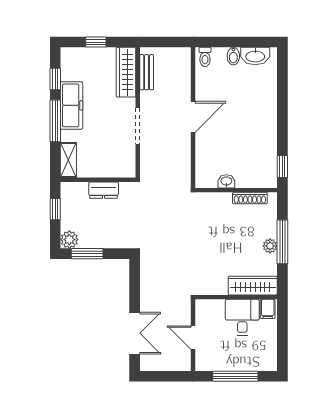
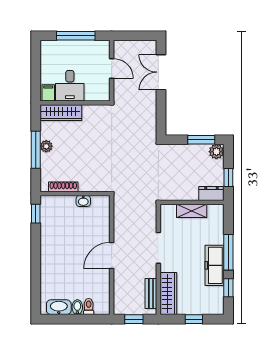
window: (167, 42) -> (134, 319), added
toilet: (205, 57) -> (89, 306), moved
shelving: (68, 160) -> (192, 211), moved, turned 90
dresser: (104, 190) -> (211, 194), moved

